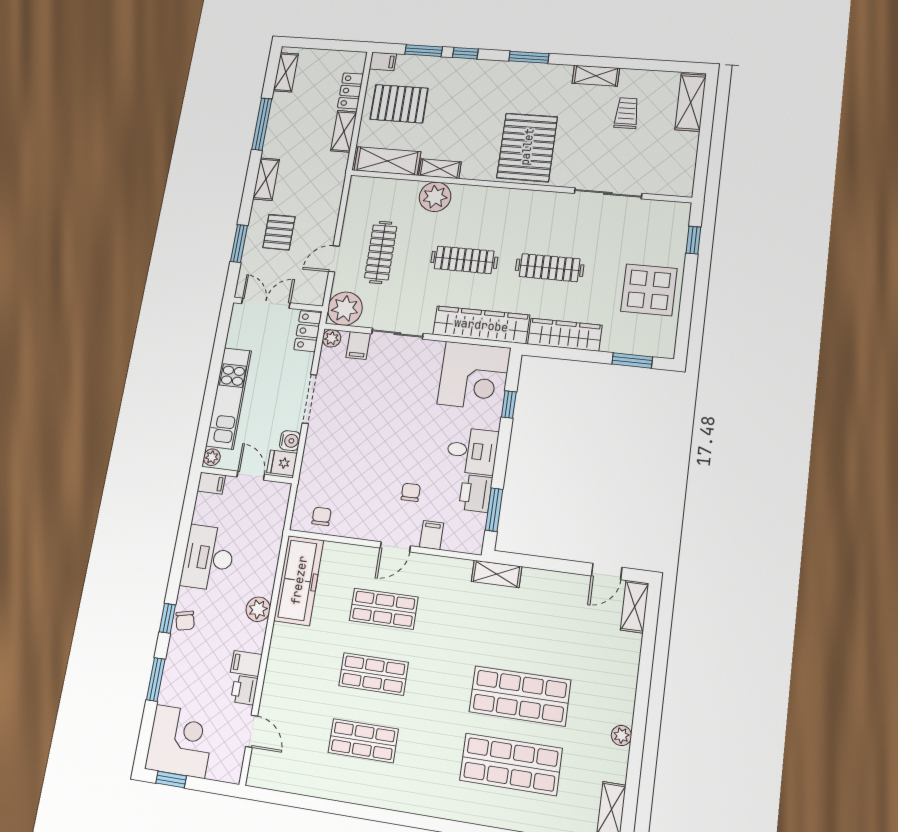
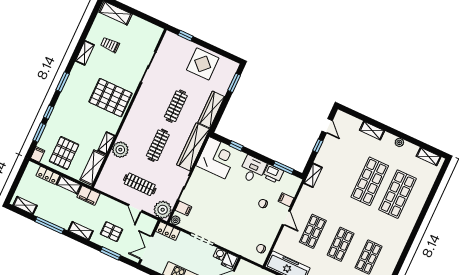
filing cabinet: (334, 171) -> (89, 195), added
window: (560, 565) -> (318, 146), added
shelving: (635, 607) -> (372, 131), moved

